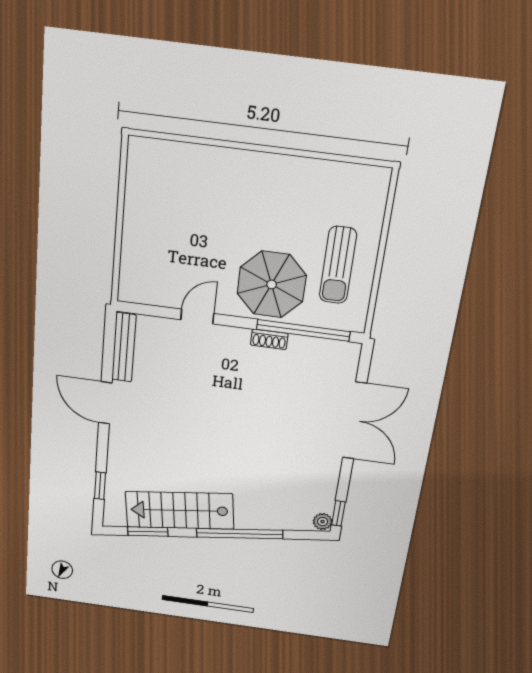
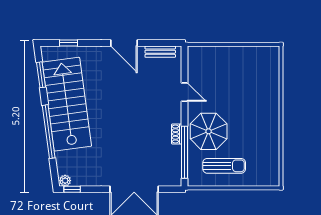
sun lounger: (338, 265) -> (224, 166), turned 180
bench: (124, 347) -> (160, 52), width x0.73
door: (105, 403) -> (124, 43), swing flipped
stairs: (180, 510) -> (67, 104), width x1.36, depth x1.51

